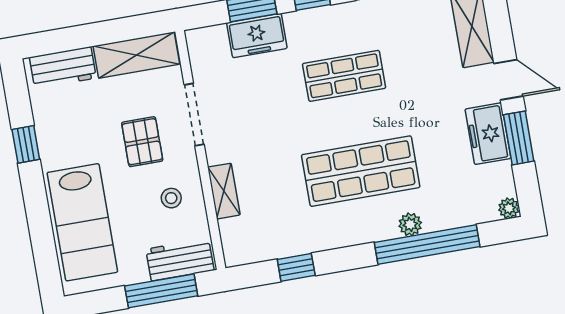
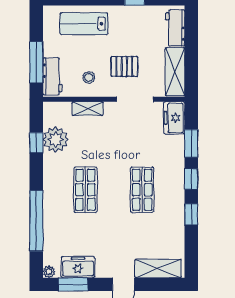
freezer: (257, 36) -> (174, 118), moved
freezer: (488, 134) -> (78, 267), moved
window: (519, 138) -> (73, 284), moved
shop shelf: (361, 171) -> (85, 190), width x0.70, depth x0.74
lab bench: (82, 222) -> (84, 24), width x0.73, depth x0.72
plant: (410, 224) -> (56, 139), moved, width x1.88, depth x1.88

